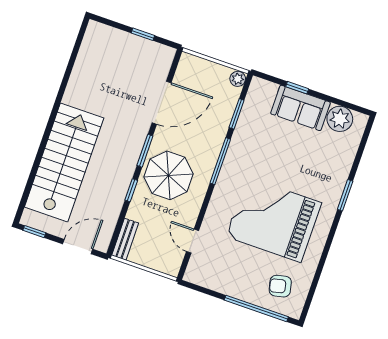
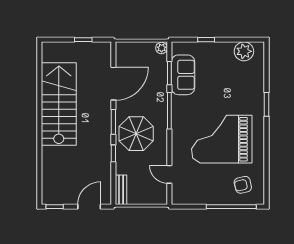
sofa: (300, 108) -> (183, 75), moved, turned -90
stairs: (64, 163) -> (59, 104), moved

